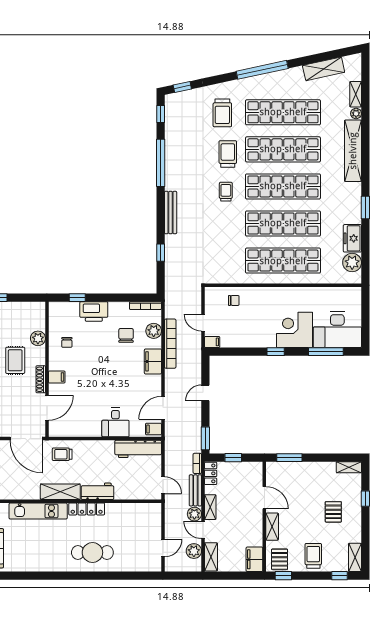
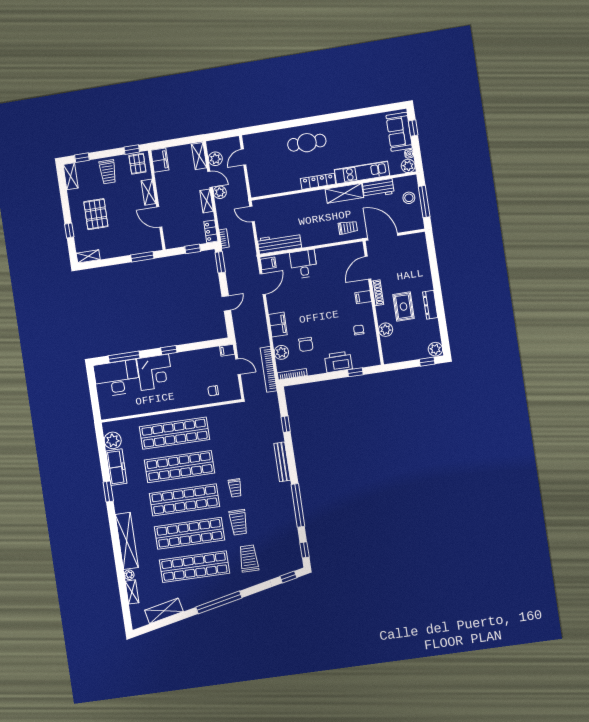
freezer: (352, 238) -> (116, 467), width x1.40
bookcase: (170, 344) -> (269, 369), moved
bench: (195, 490) -> (222, 214), removed
workbench: (97, 491) -> (378, 188), moved
pallet: (333, 512) -> (96, 214), width x1.50, depth x1.42

